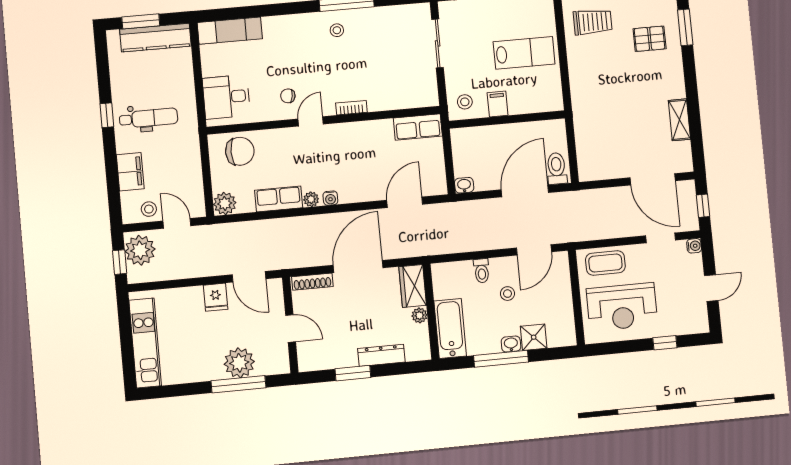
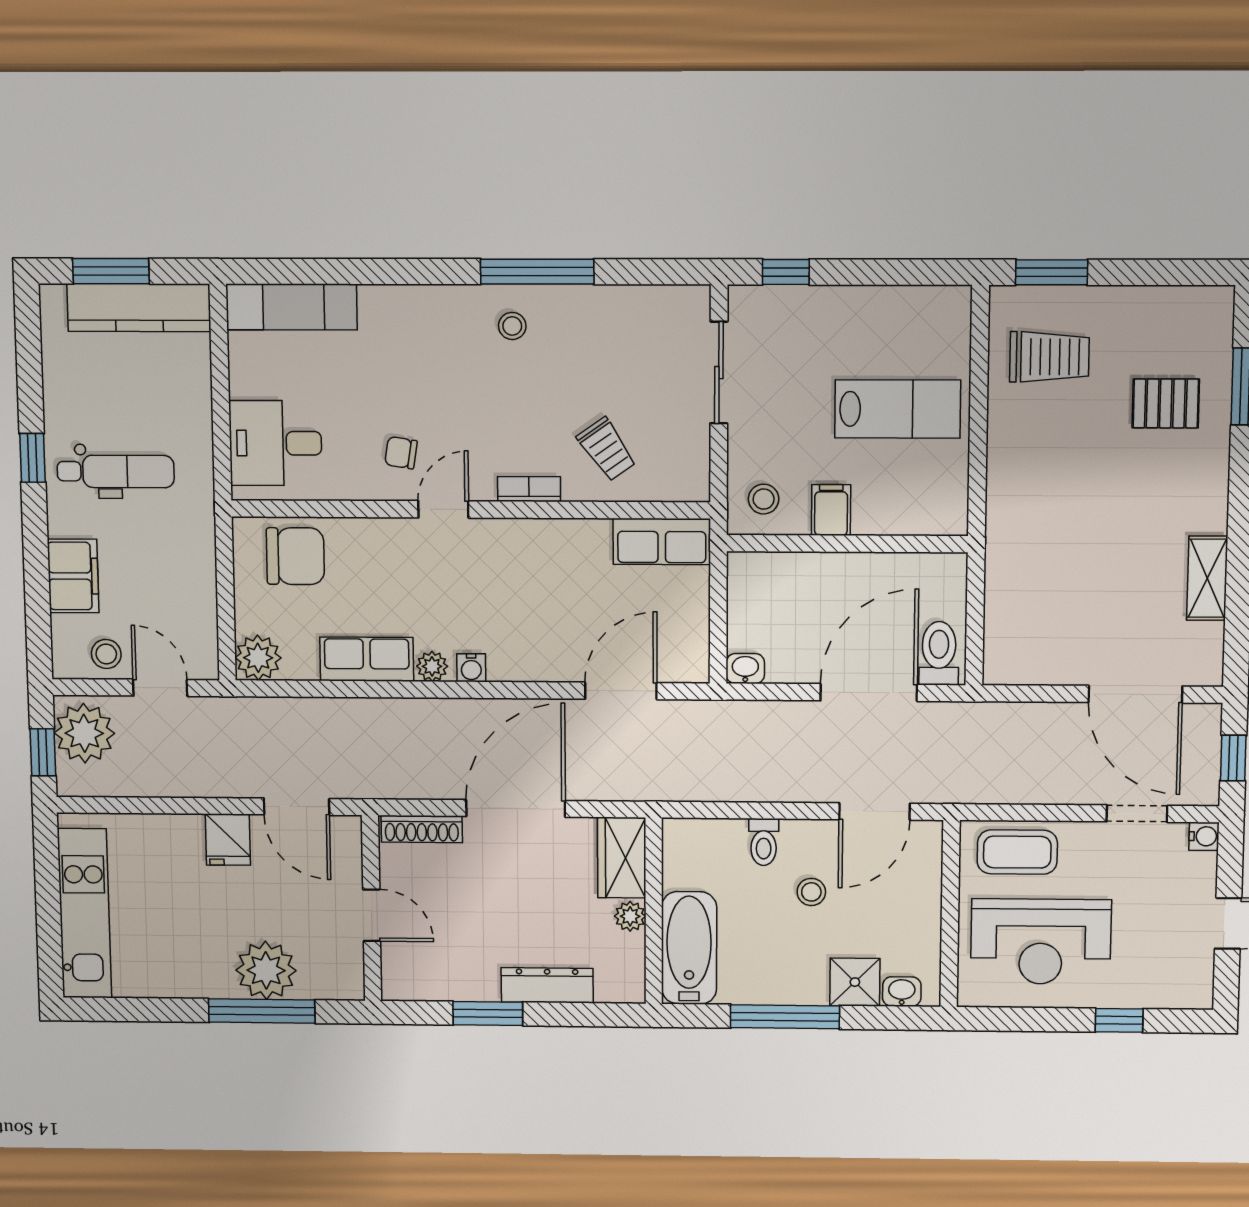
trolley: (387, 85) -> (607, 449), added
washbasin: (511, 344) -> (902, 992), moved

